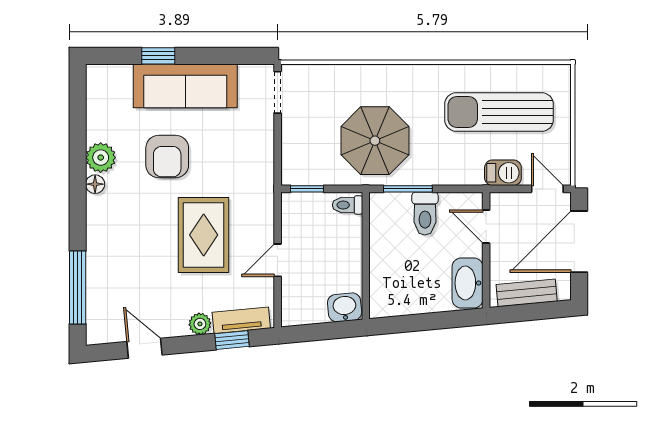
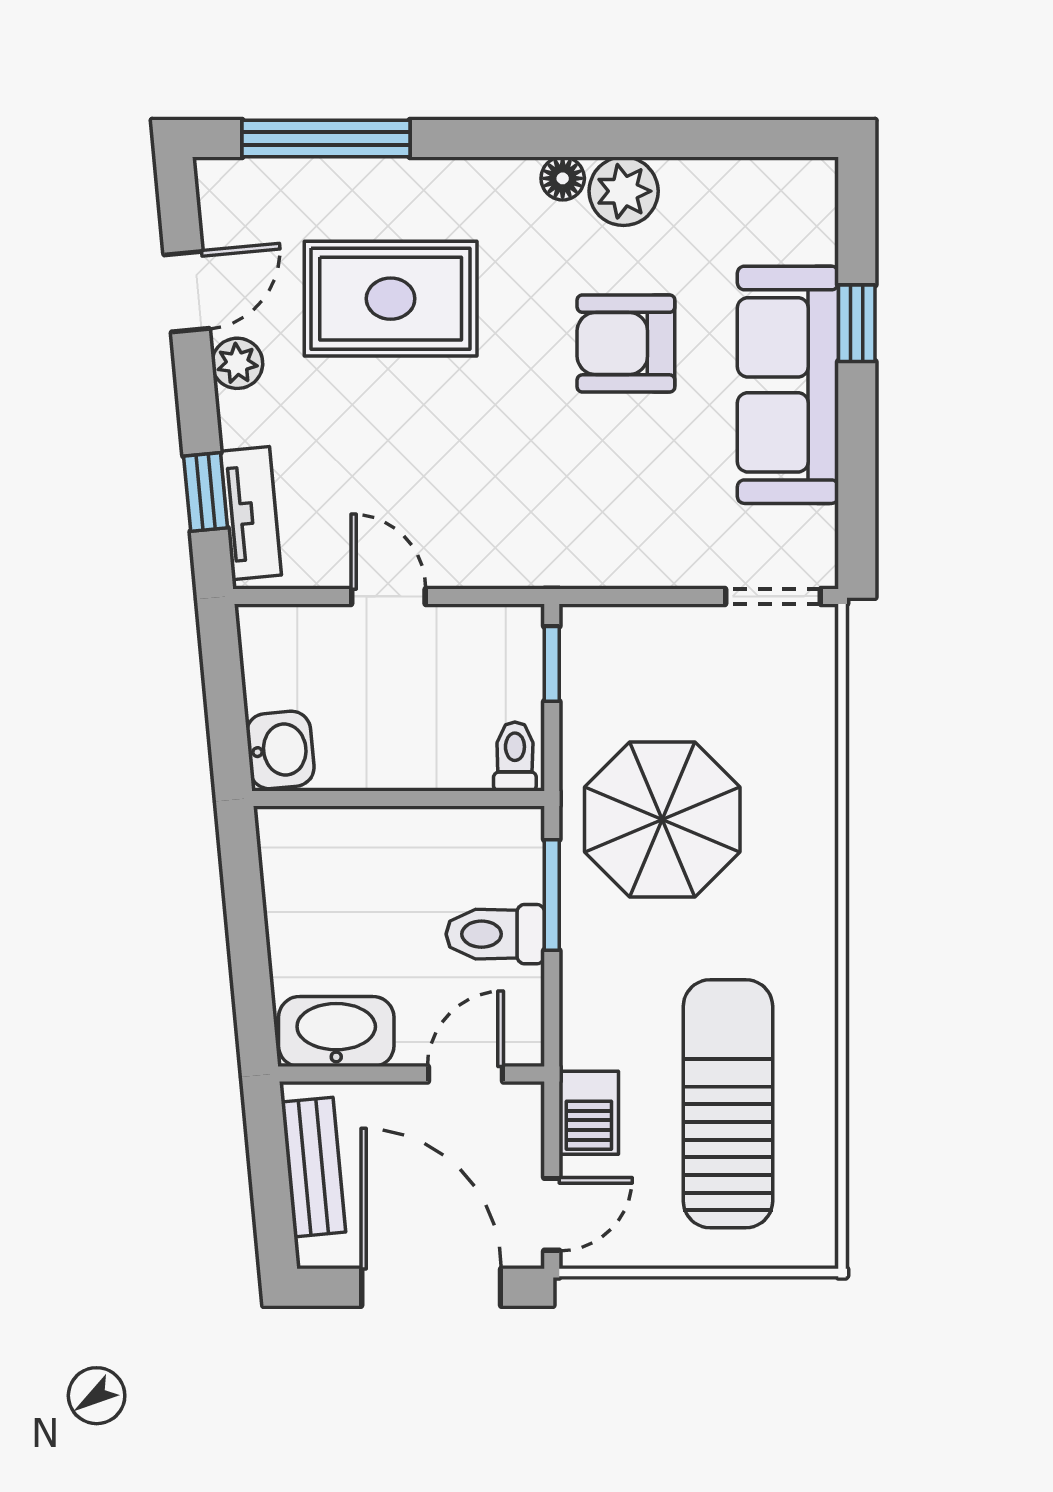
rug: (204, 235) -> (391, 299), moved
plant: (200, 324) -> (237, 363), moved

